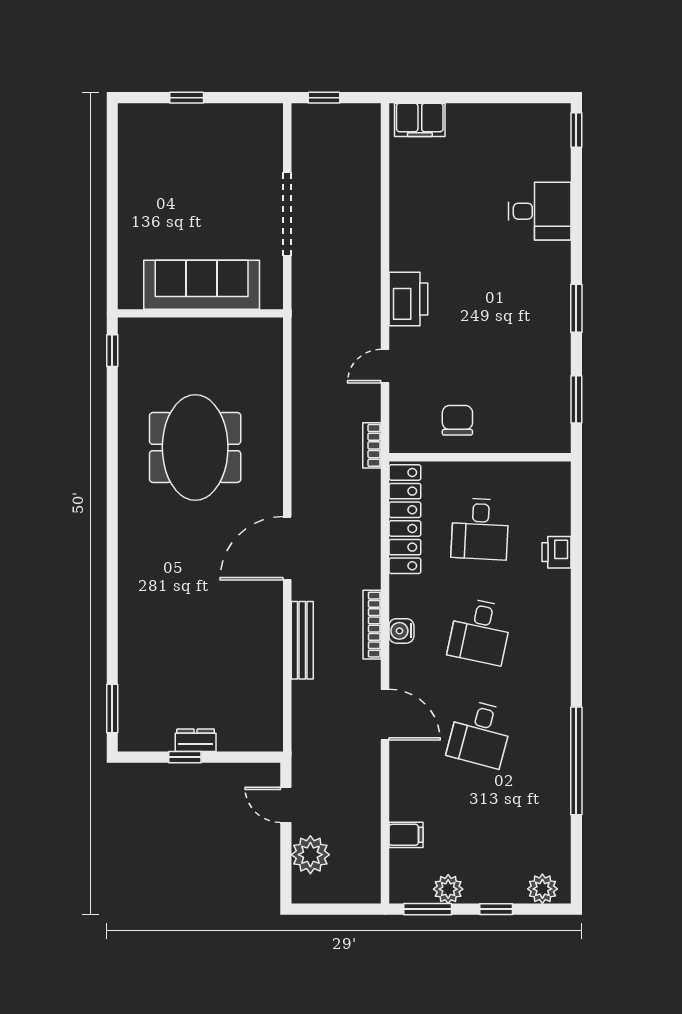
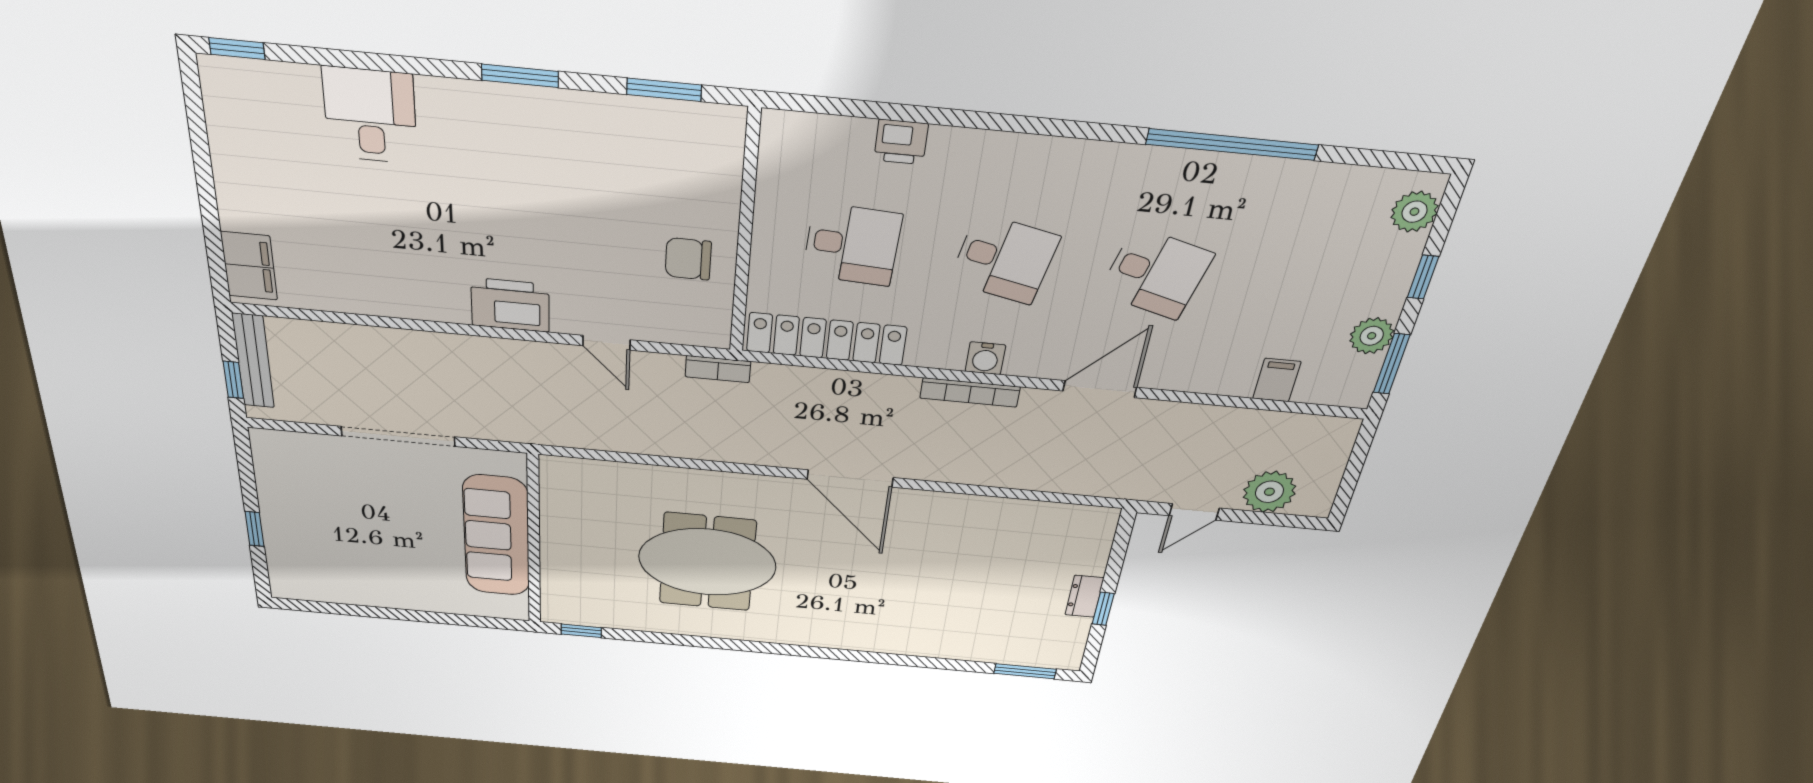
bench: (302, 640) -> (253, 361), moved, turned 90

